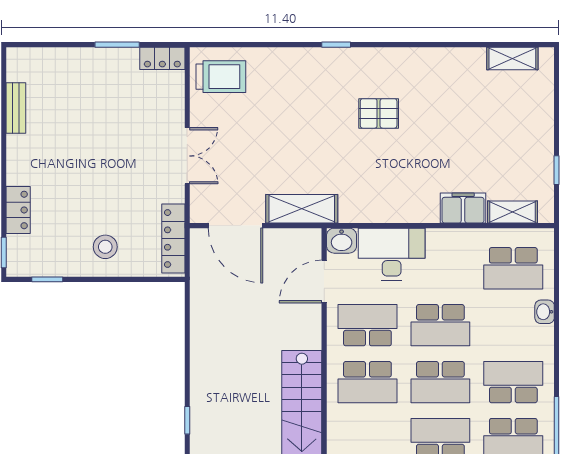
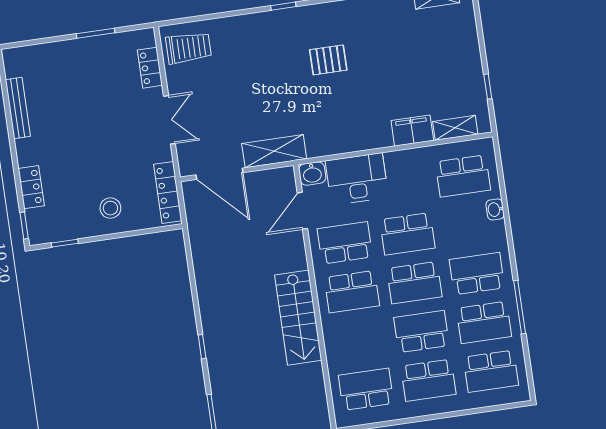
locker: (162, 58) -> (150, 68), moved, turned 90
bench: (16, 108) -> (18, 108), width x1.36

